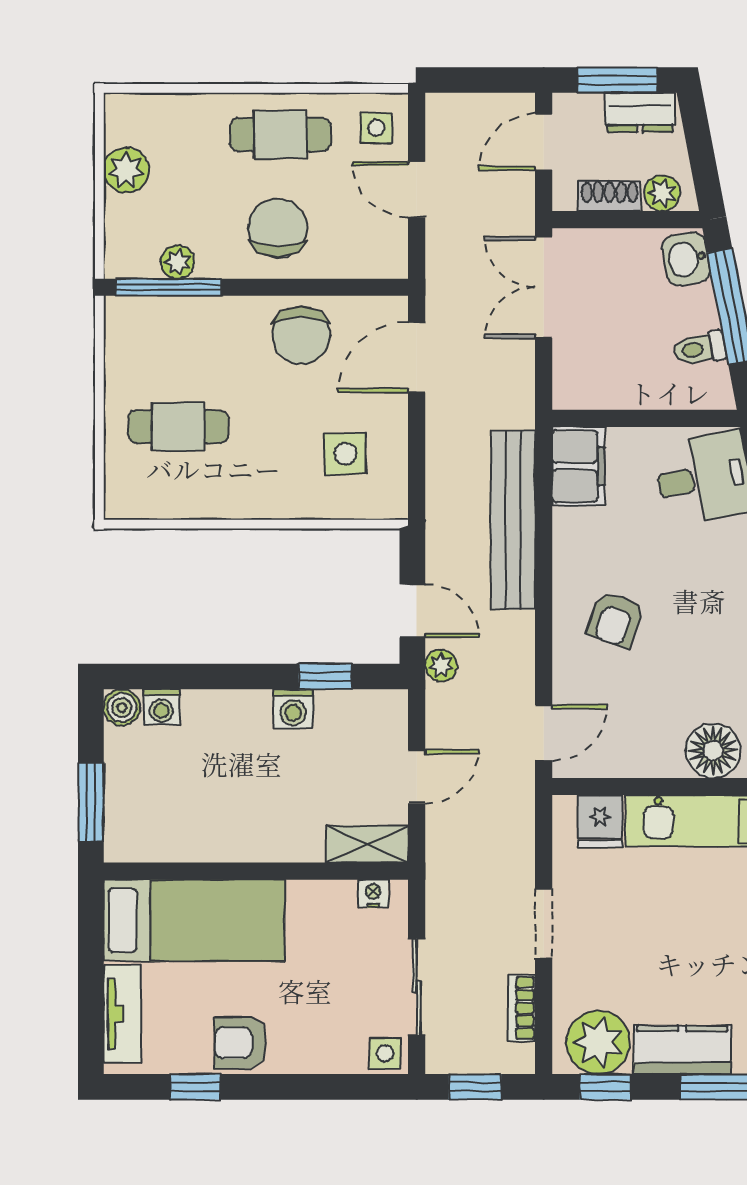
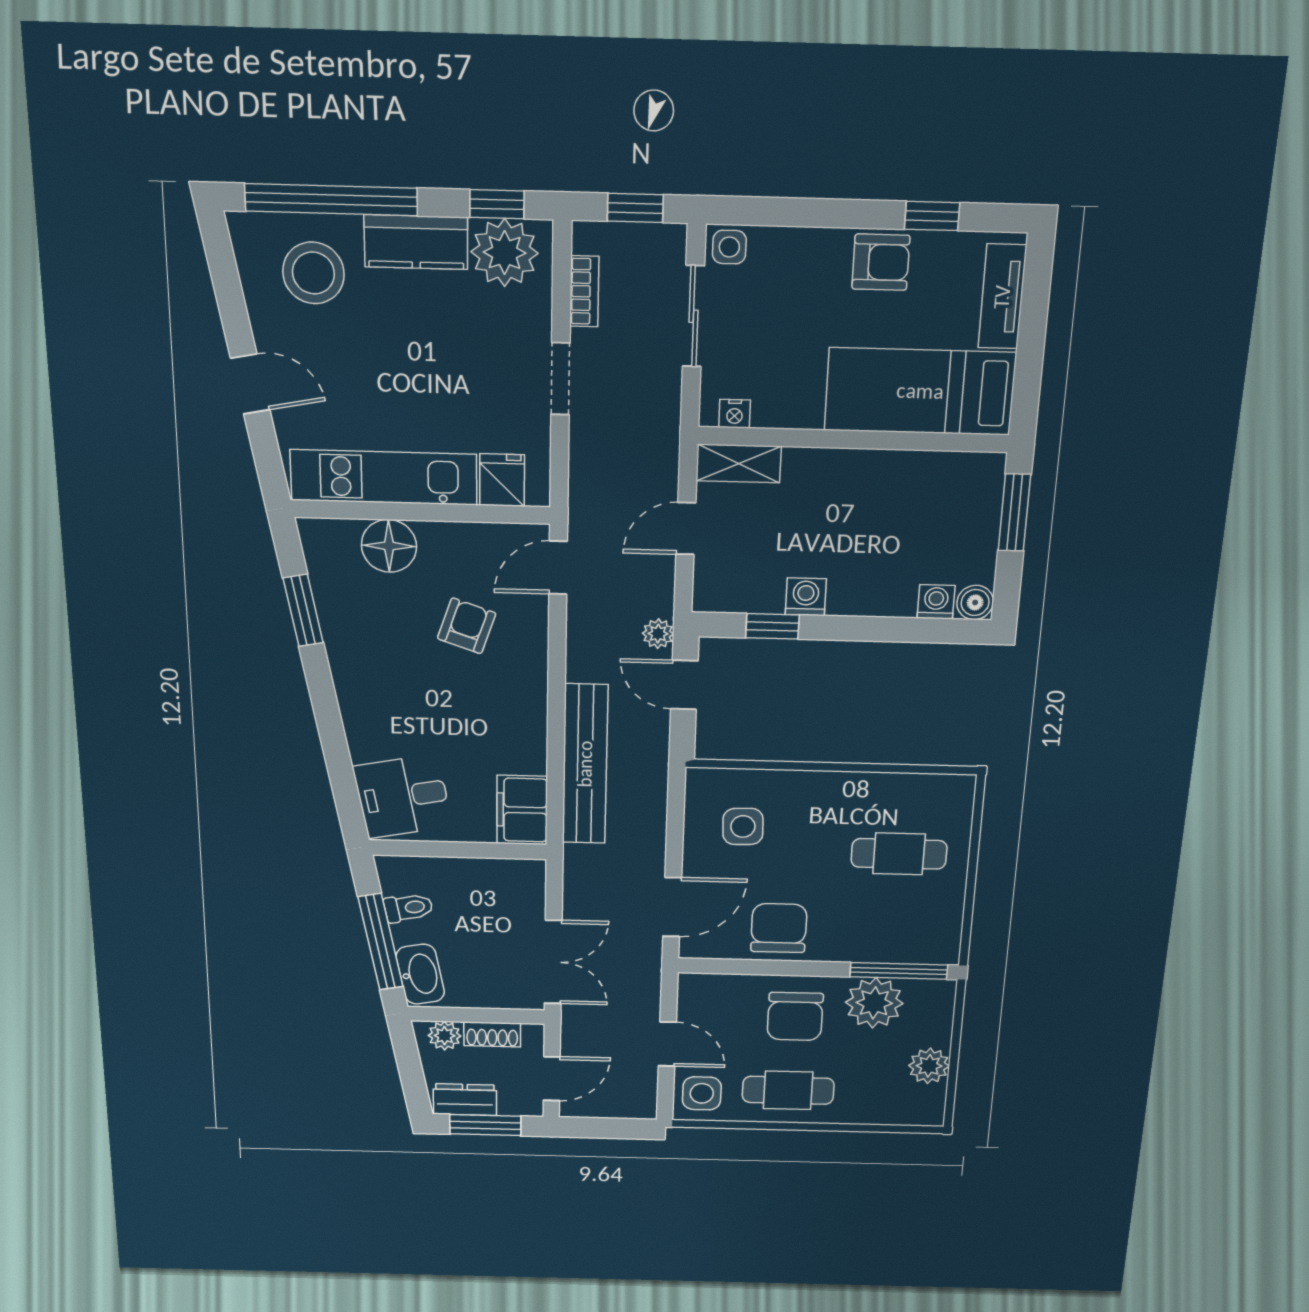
side table: (376, 128) -> (702, 1093), width x1.37, depth x1.37
washbasin: (686, 259) -> (420, 974), width x1.38
plant: (178, 262) -> (874, 1003), width x1.87, depth x1.87
armchair: (615, 619) -> (467, 626), moved

